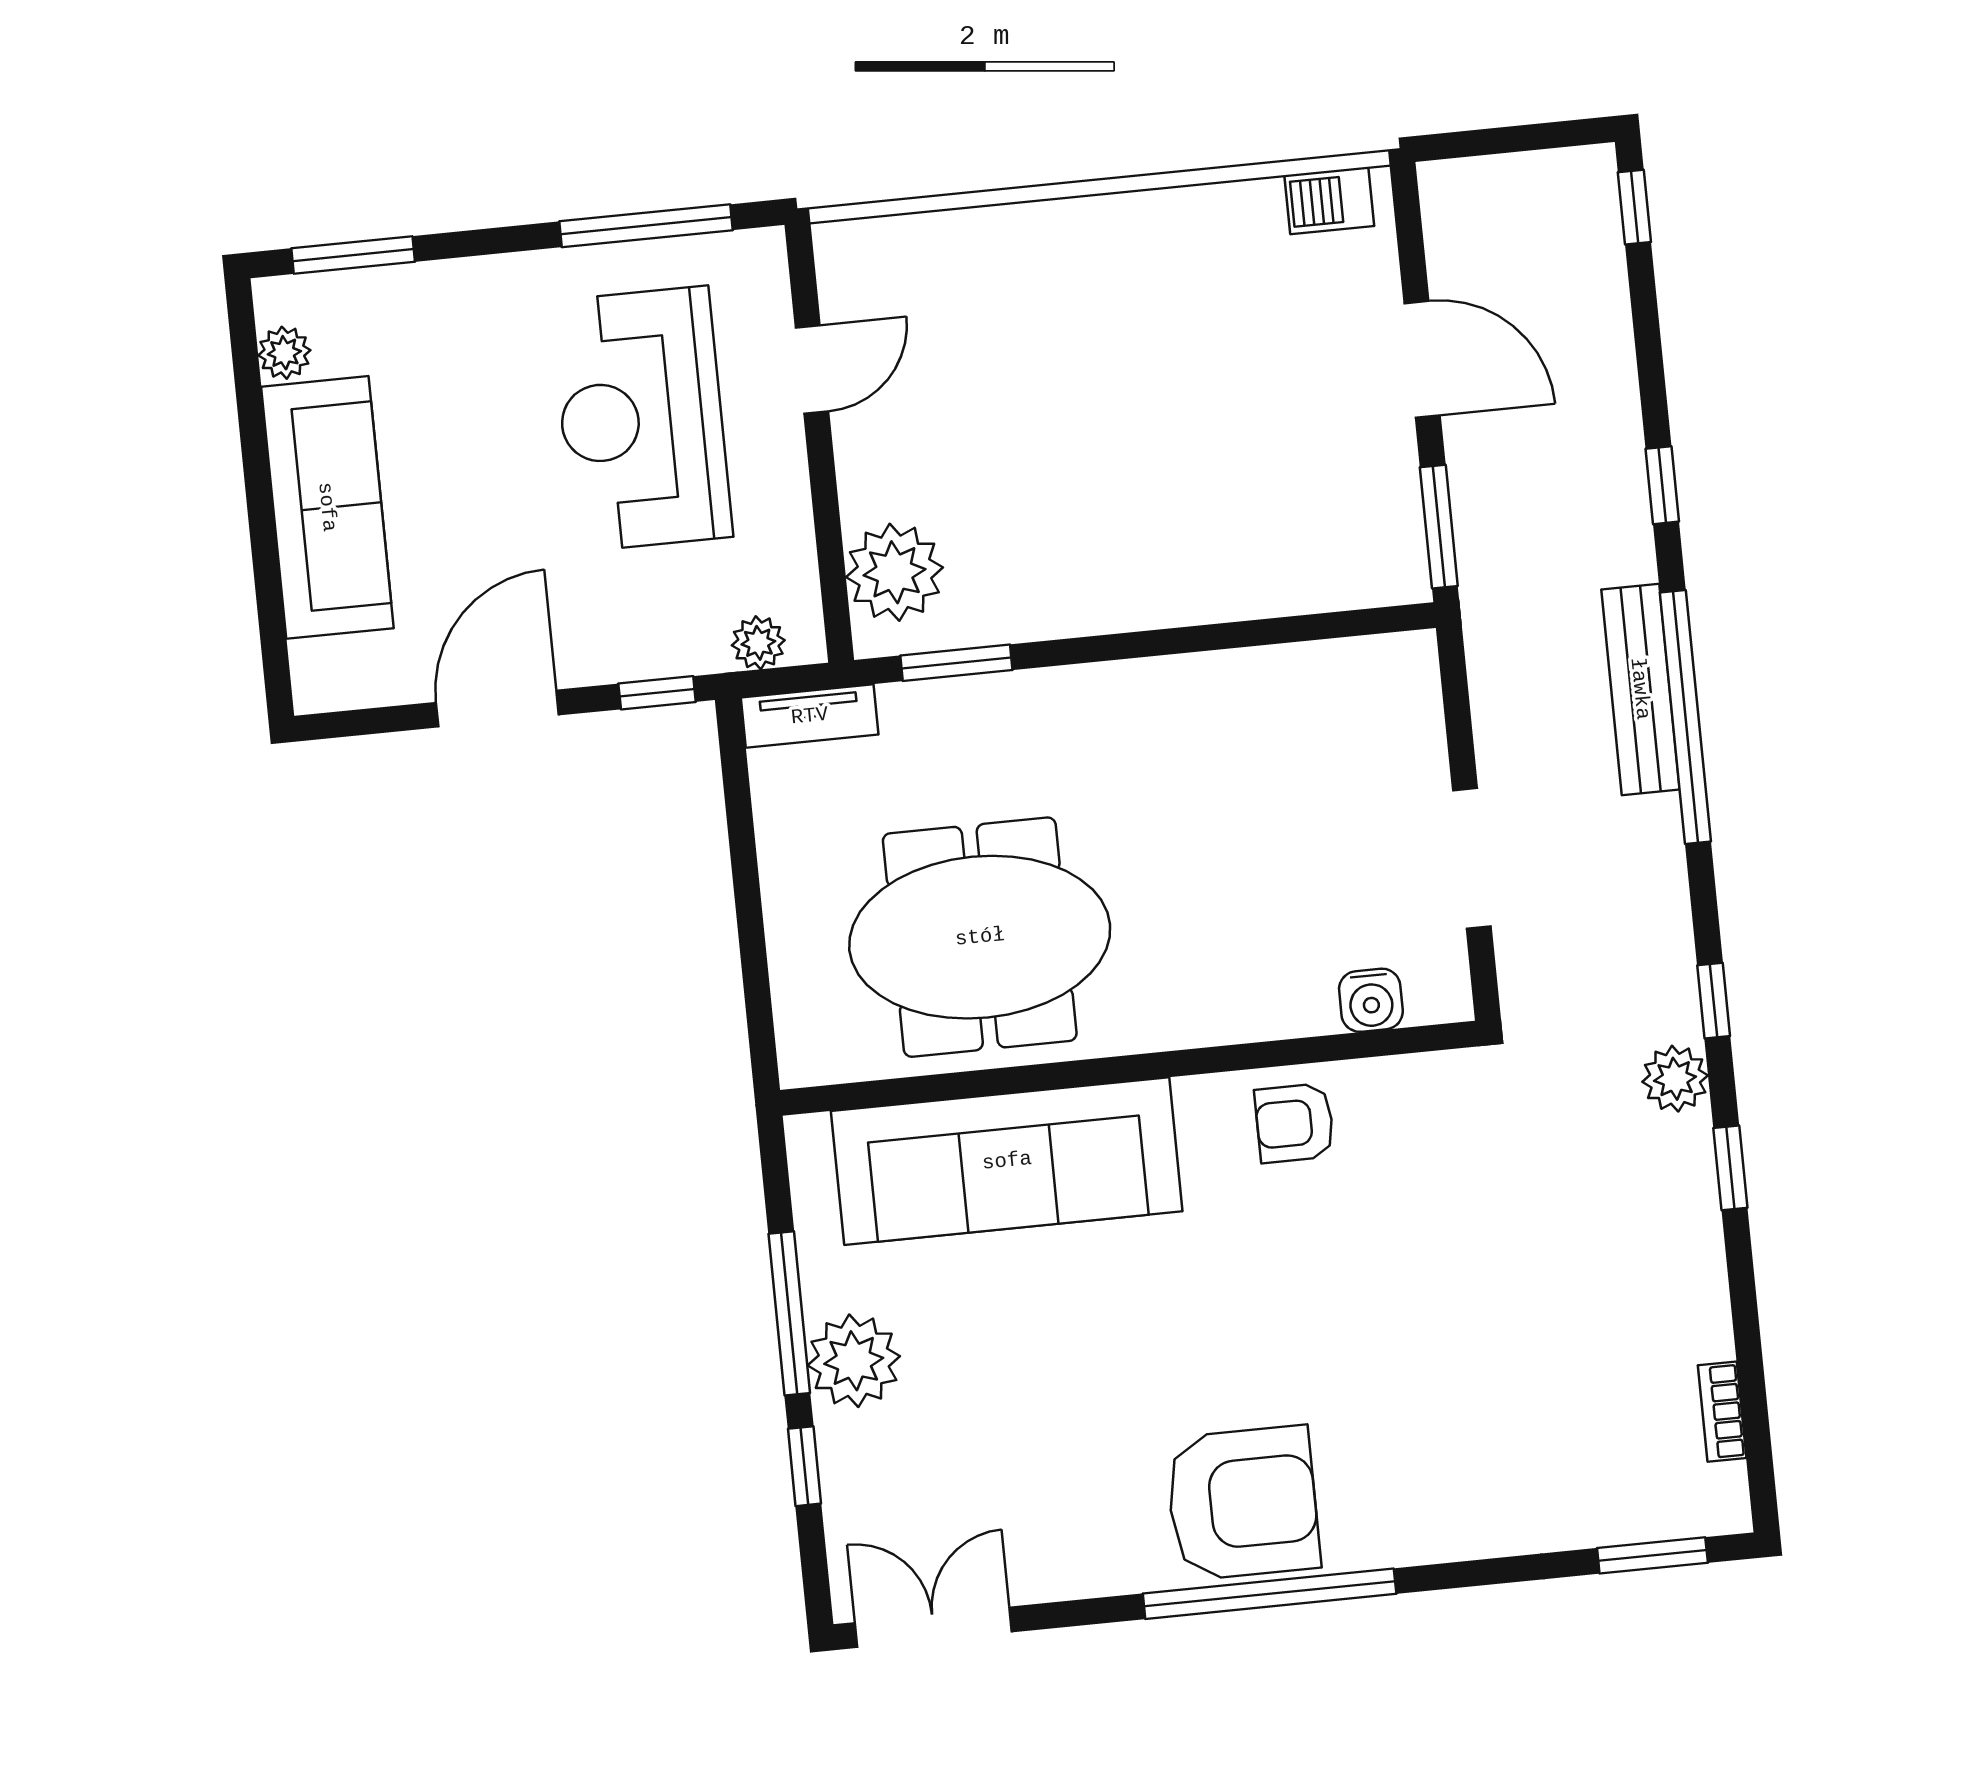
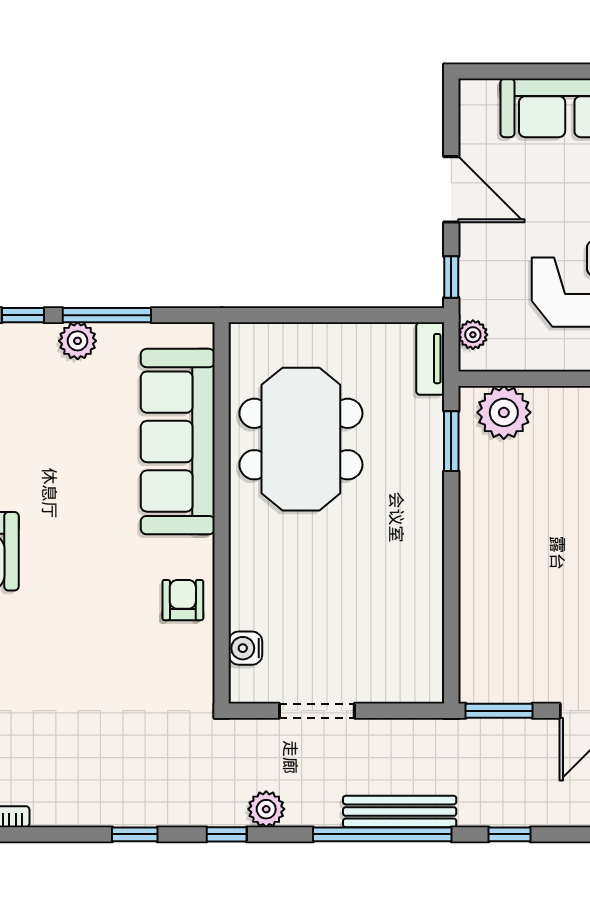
plant: (1675, 1079) -> (266, 809), moved
plant: (854, 1361) -> (78, 341), width x0.73, depth x0.73

